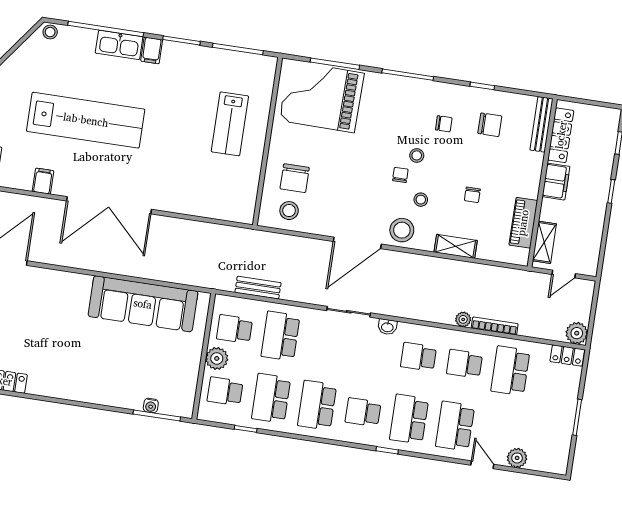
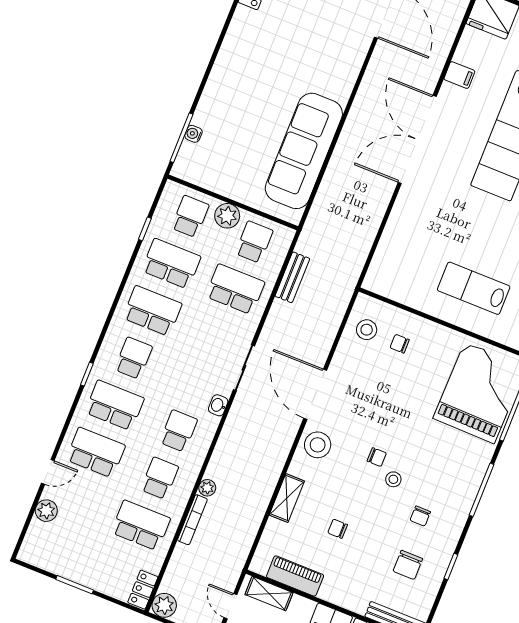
chair: (295, 178) -> (400, 344), width x0.54, depth x0.54
stool: (421, 200) -> (345, 473), removed

